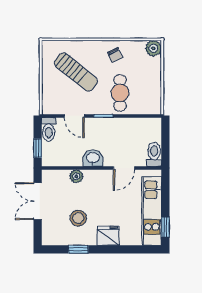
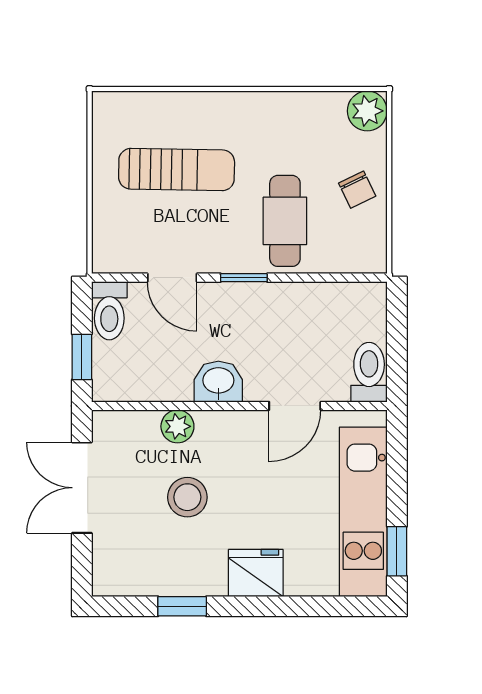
chair: (115, 55) -> (357, 190), moved
sun lounger: (76, 72) -> (177, 170), turned -38
stool: (78, 218) -> (187, 497), moved

